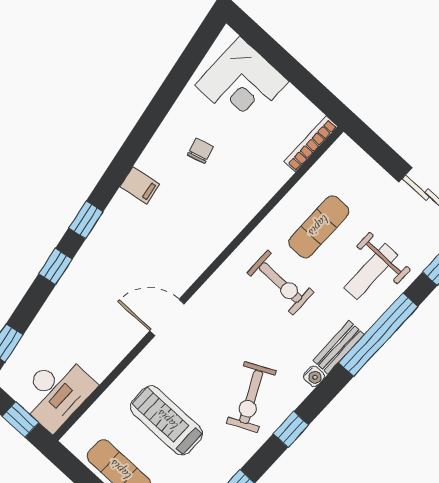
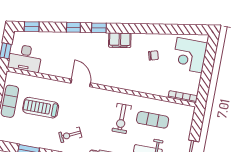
filing cabinet: (140, 185) -> (120, 40), width x2.00
exercise bike: (251, 397) -> (70, 135), width x0.73, depth x0.72
treadmill: (166, 420) -> (41, 108), turned -90

